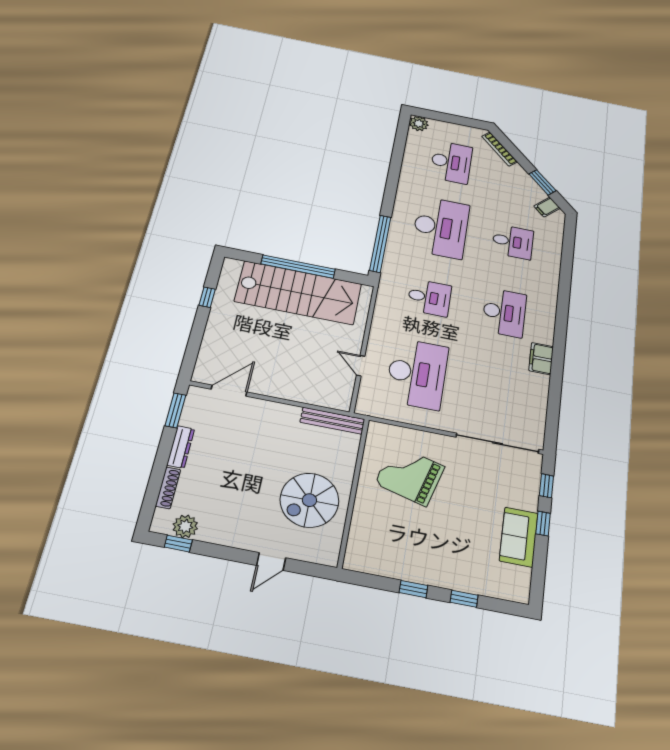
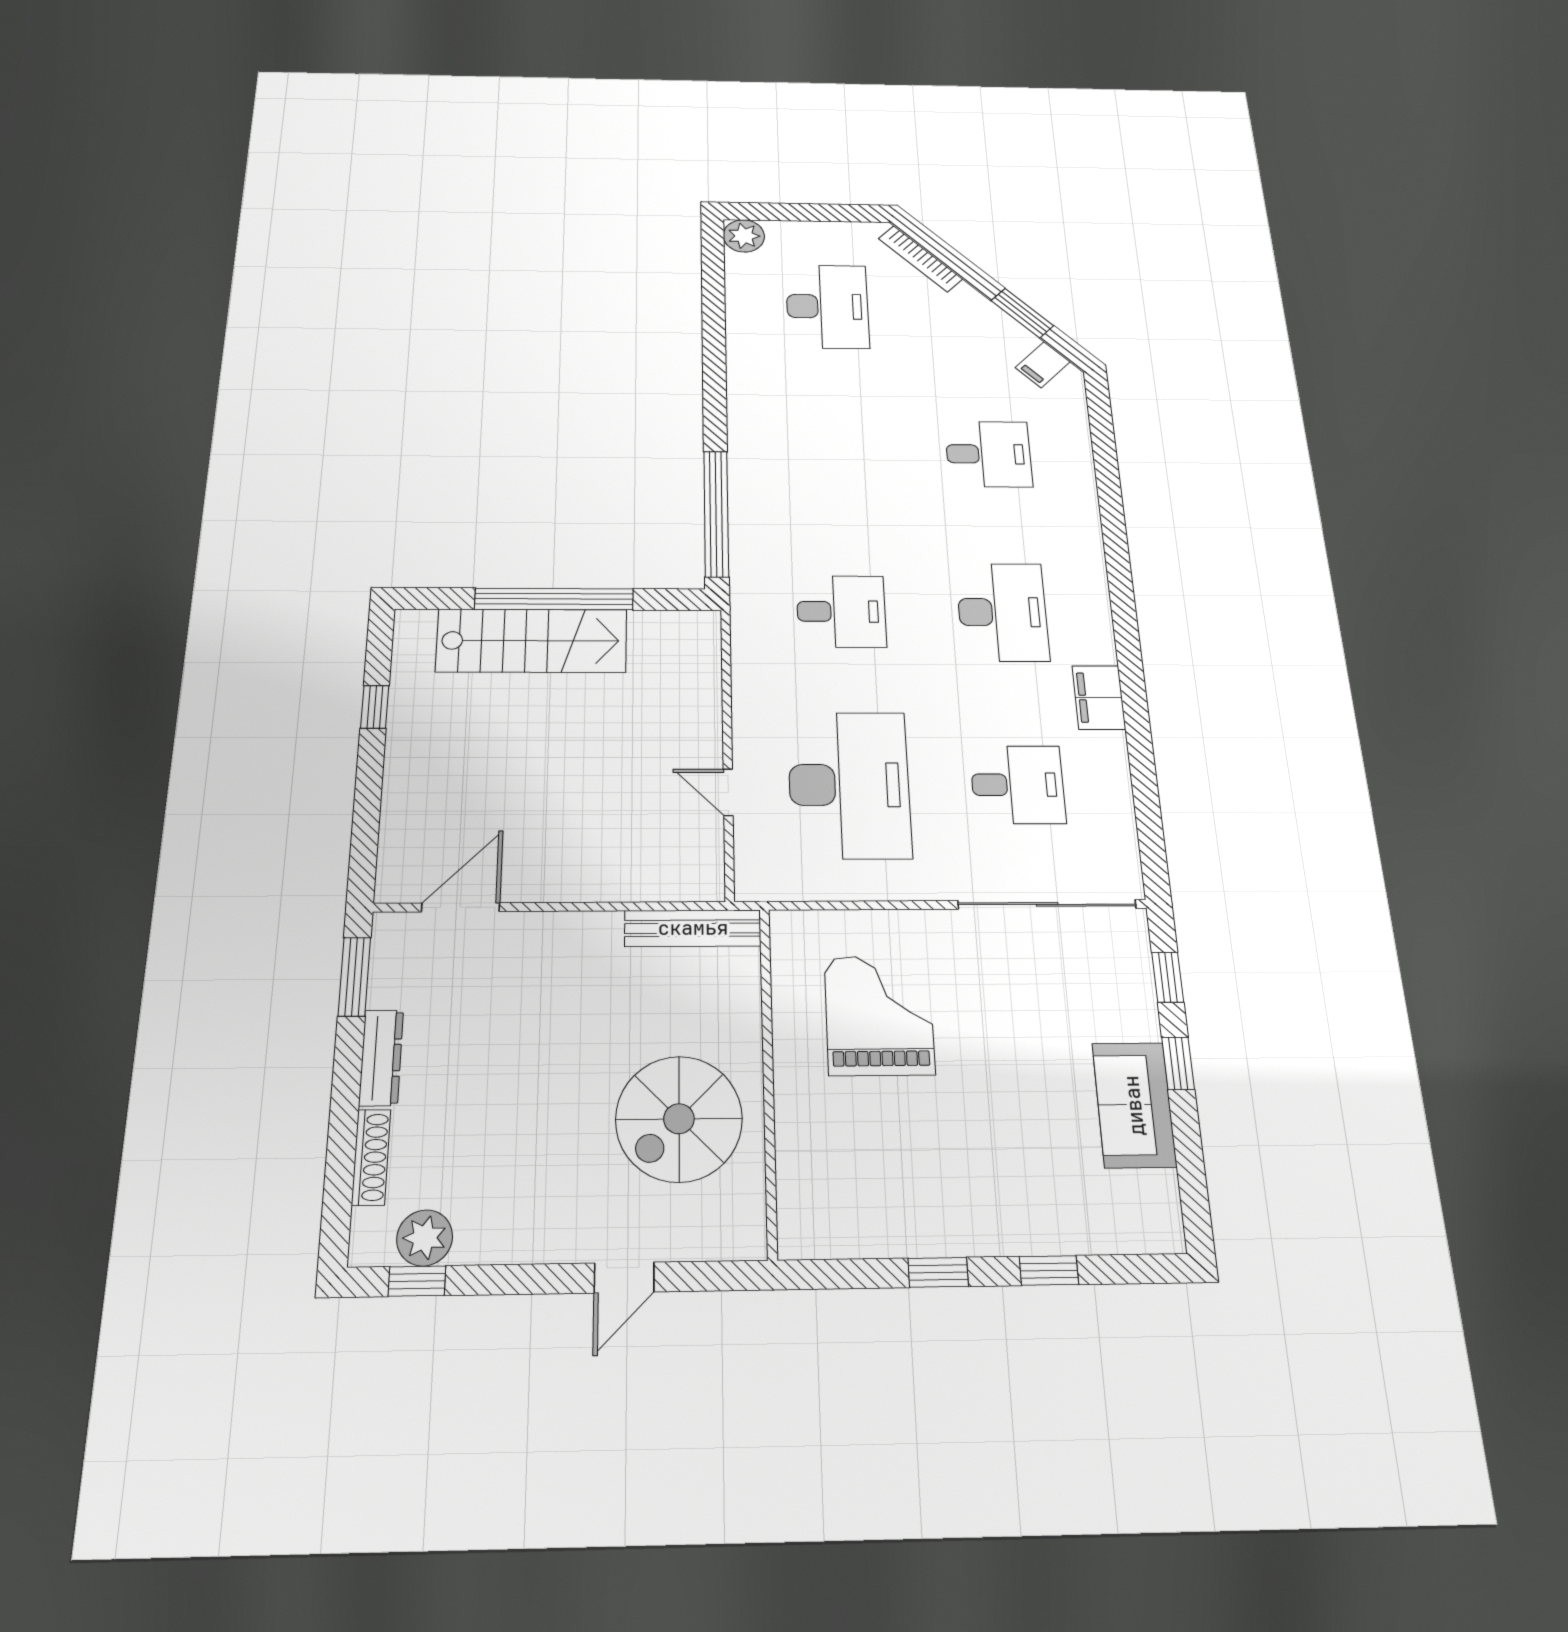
desk: (441, 227) -> (1018, 785), moved, width x0.53, depth x0.77
stairs: (298, 293) -> (532, 641), width x0.73, depth x0.66
grand piano: (410, 475) -> (879, 1015), turned 75

